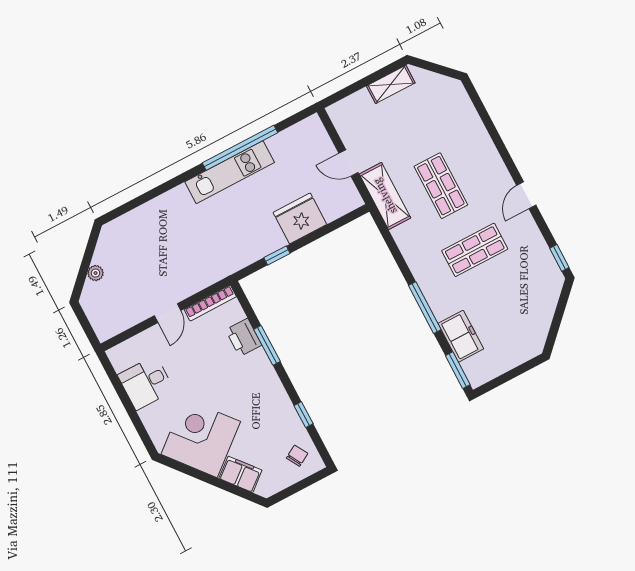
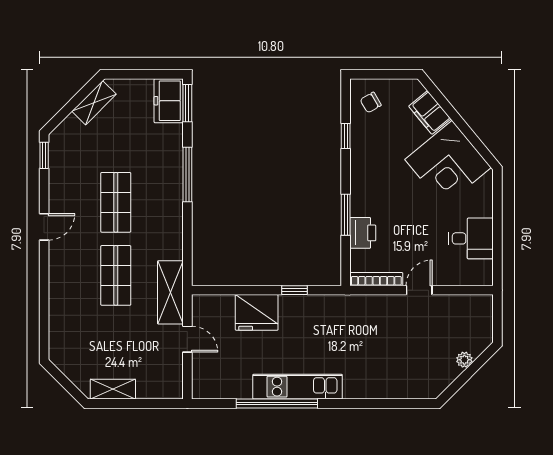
shop shelf: (475, 250) -> (116, 202), turned 90
shelving: (540, 327) -> (94, 103), added
freezer: (461, 336) -> (169, 101), moved

